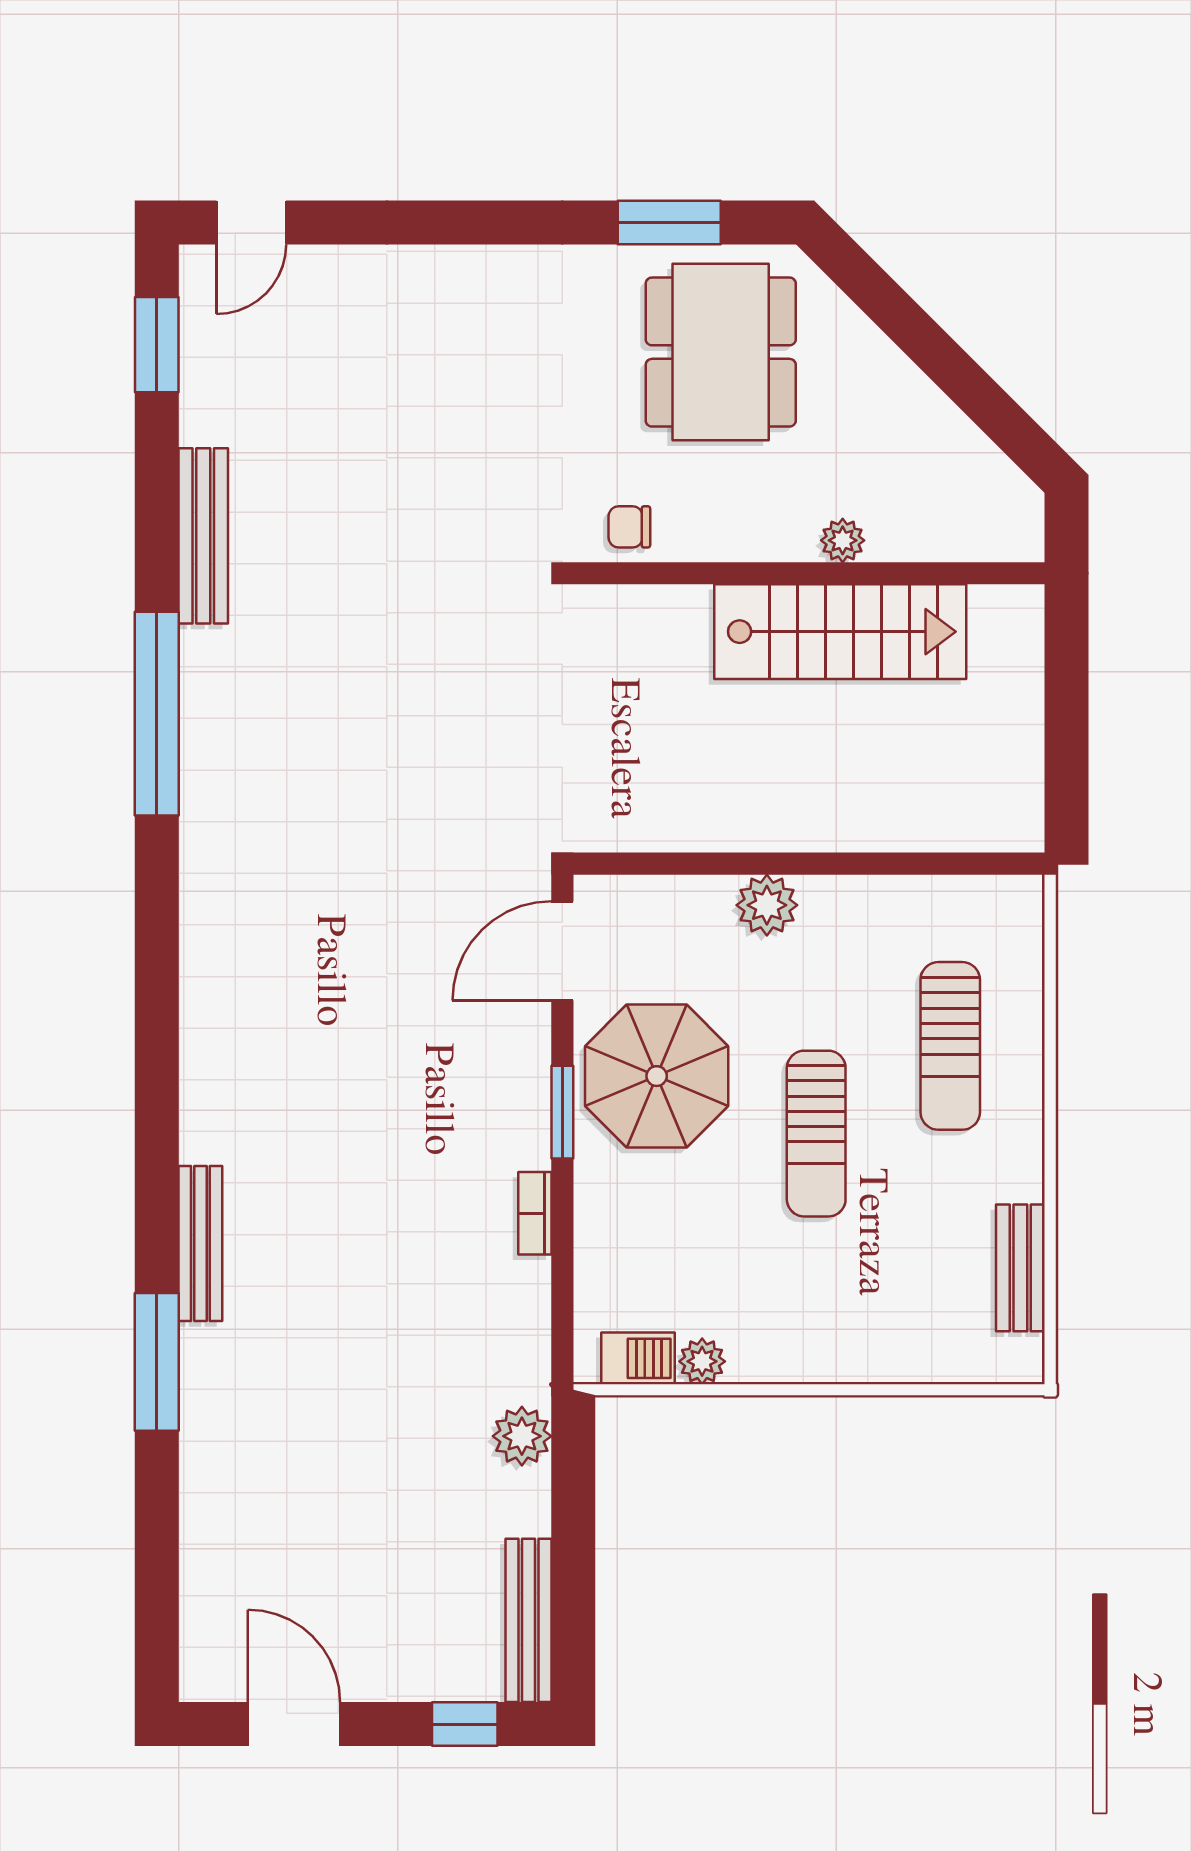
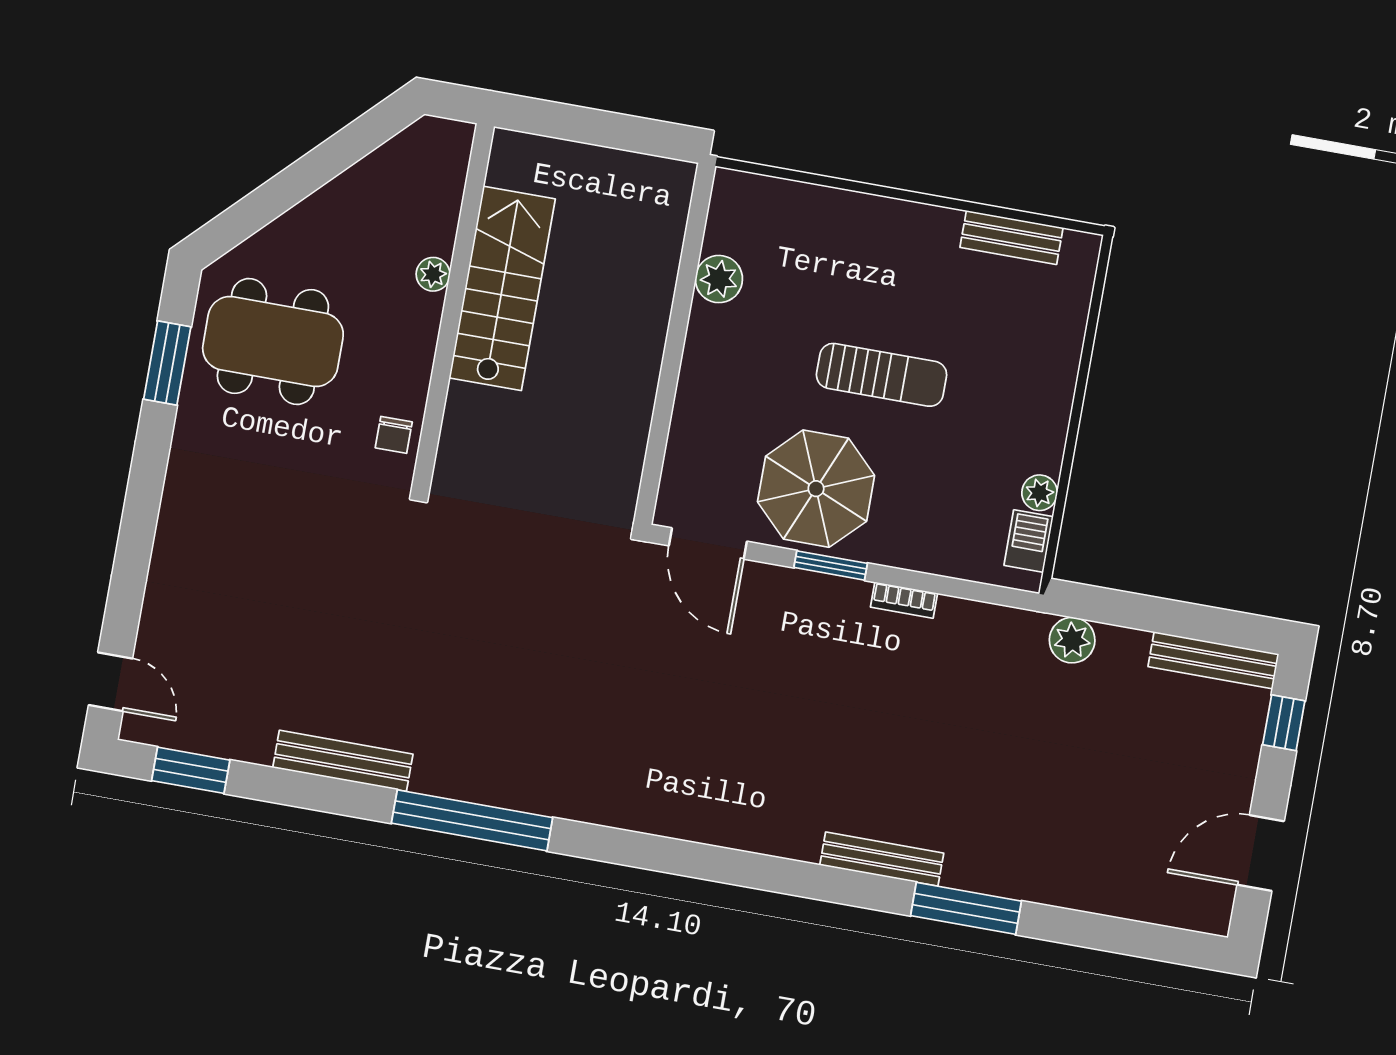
plant: (767, 905) -> (719, 279), moved
sun lounger: (950, 1046) -> (833, 261), removed

